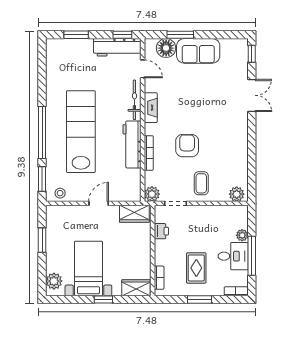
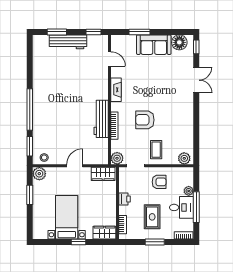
workbench: (117, 47) -> (68, 42), moved
floor lamp: (166, 48) -> (179, 42), moved
bicycle: (134, 100) -> (103, 83), removed
lab bench: (81, 132) -> (61, 109), removed
armchair: (187, 146) -> (145, 120), turned -90
armchair: (205, 224) -> (159, 182), added
printer: (161, 231) -> (125, 199), moved
plant: (54, 281) -> (39, 174), moved

